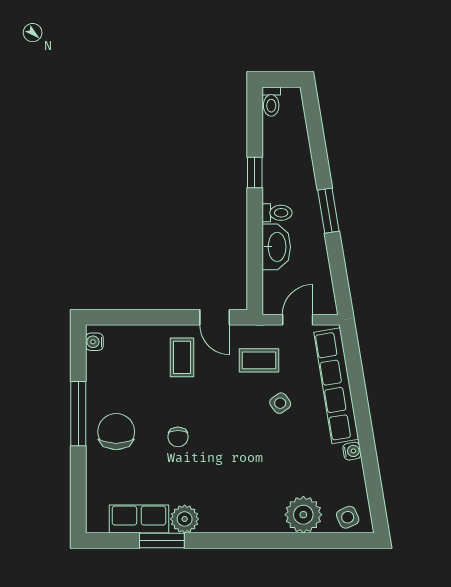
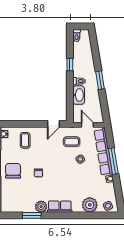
door: (215, 317) -> (53, 124), hinge flipped
door: (298, 320) -> (87, 125), hinge flipped
coffee table: (182, 357) -> (25, 140), moved
window: (361, 408) -> (113, 161), added
row of seats: (139, 519) -> (60, 207), moved

